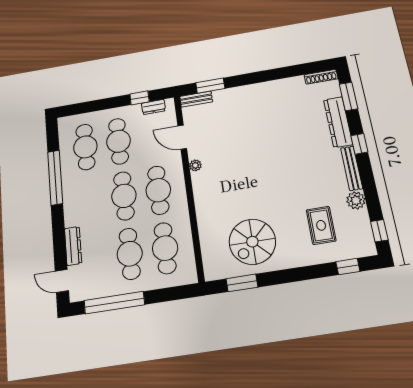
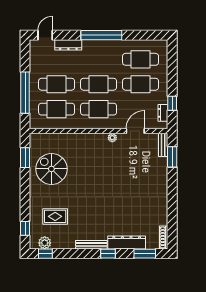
window: (55, 177) -> (101, 35), moved
plant: (356, 200) -> (45, 243), moved
window: (114, 303) -> (25, 93), moved

